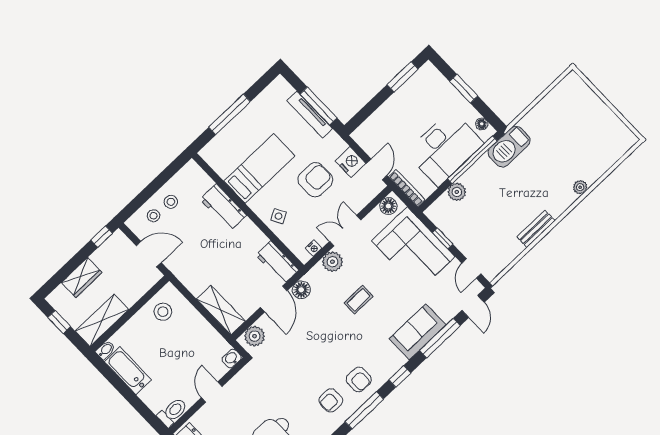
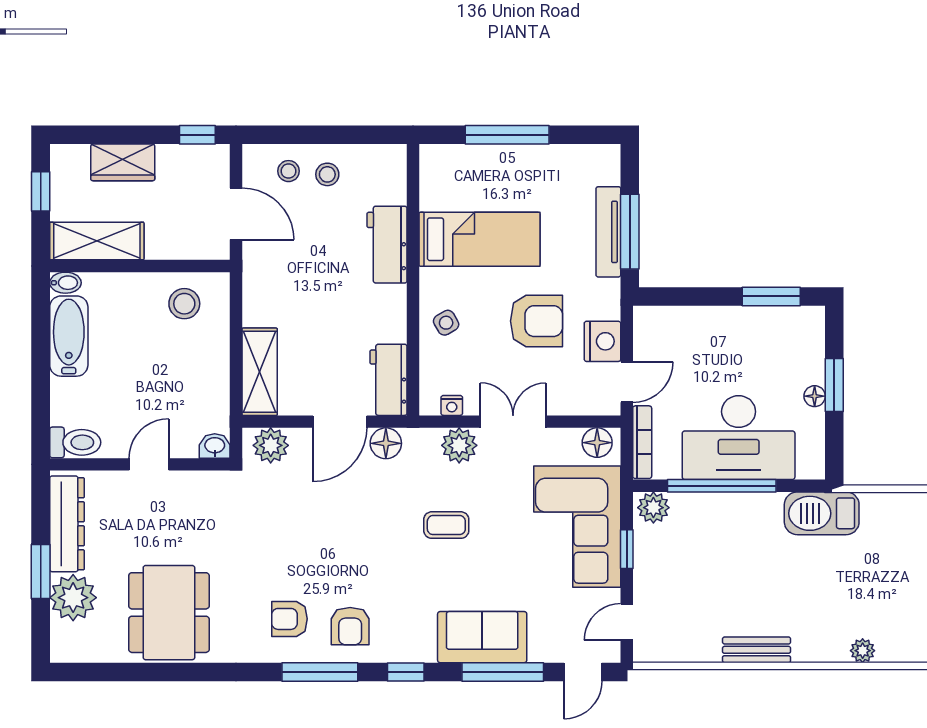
floor lamp: (482, 124) -> (815, 396), moved
window: (472, 160) -> (722, 486), moved
plant: (457, 192) -> (653, 508), moved

